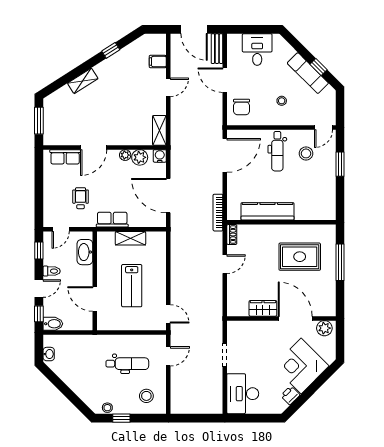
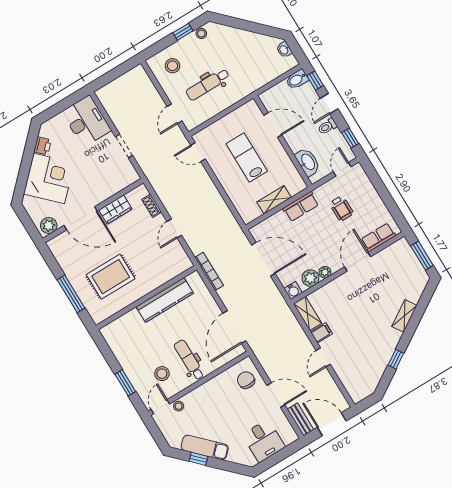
filing cabinet: (158, 62) -> (321, 333), moved
stool: (282, 101) -> (179, 406), moved
shoe rack: (232, 234) -> (152, 206), moved

